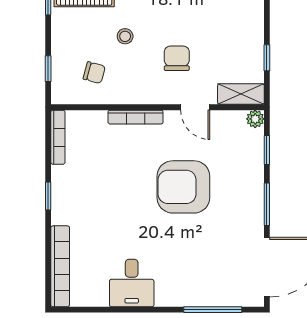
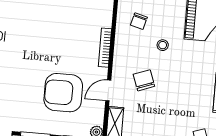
chair: (177, 58) -> (144, 80), turned -110
armchair: (183, 187) -> (63, 93), moved, turned -90

